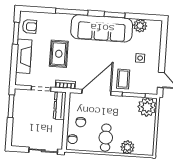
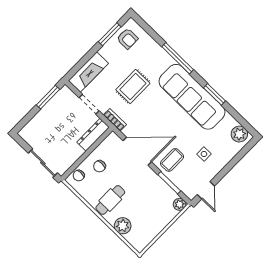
plant: (140, 26) -> (239, 134), moved
fireplace: (24, 56) -> (88, 72), moved
plant: (147, 107) -> (180, 204), width x0.53, depth x0.53

